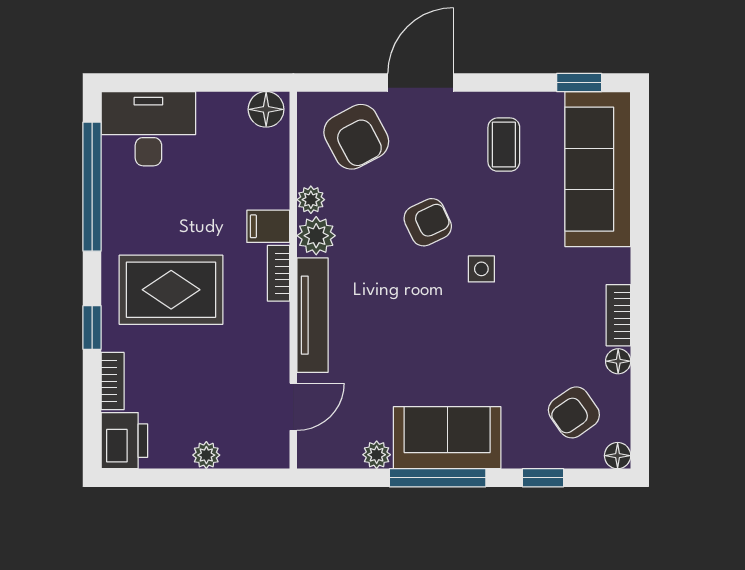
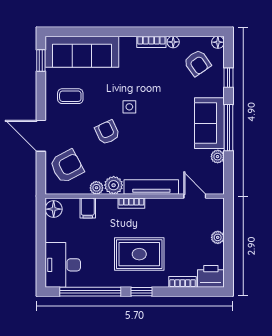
filing cabinet: (268, 226) -> (88, 208), moved
rug: (171, 290) -> (139, 254), turned 90
window: (92, 328) -> (141, 292), moved

